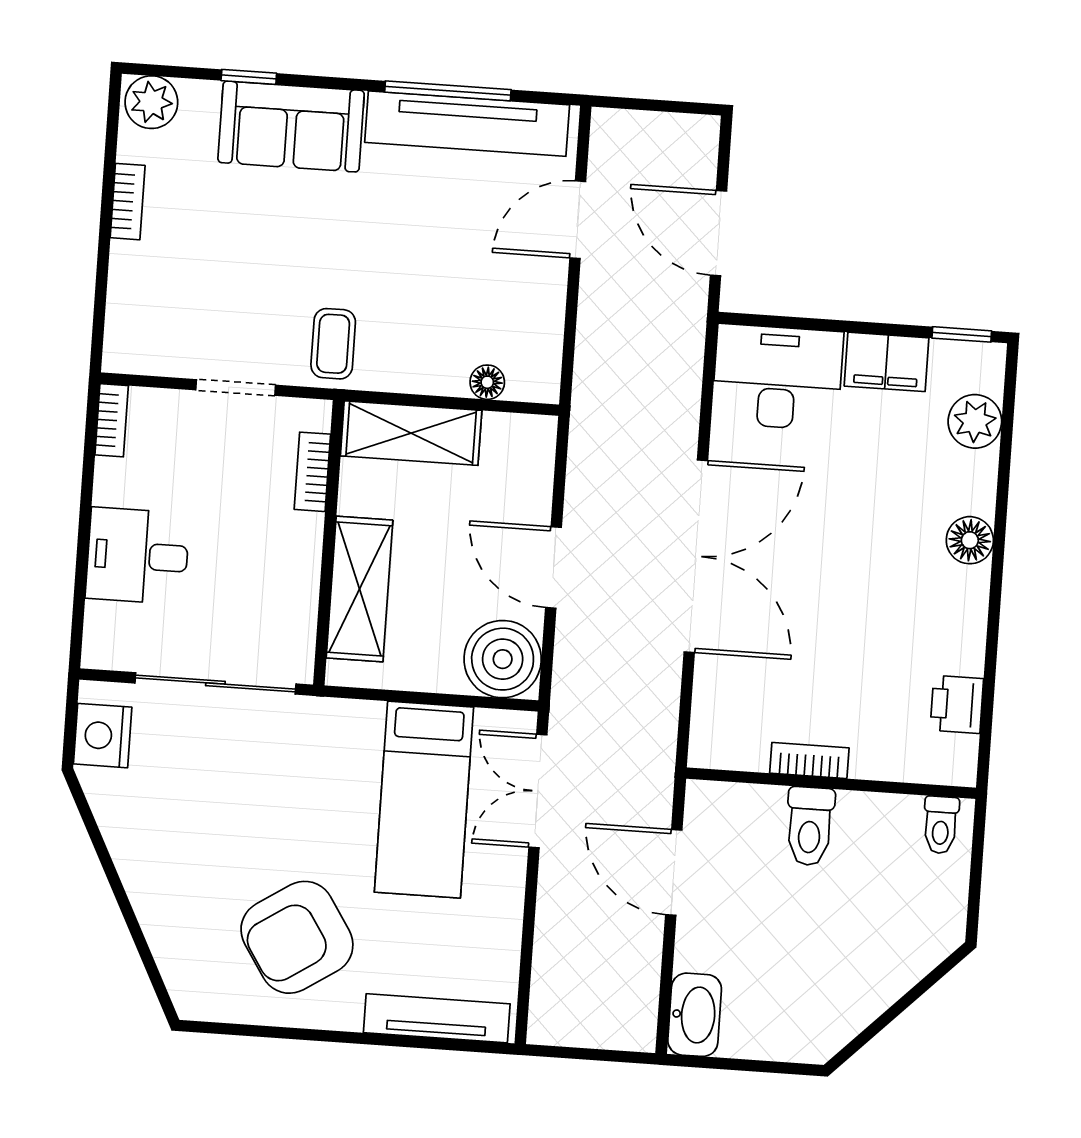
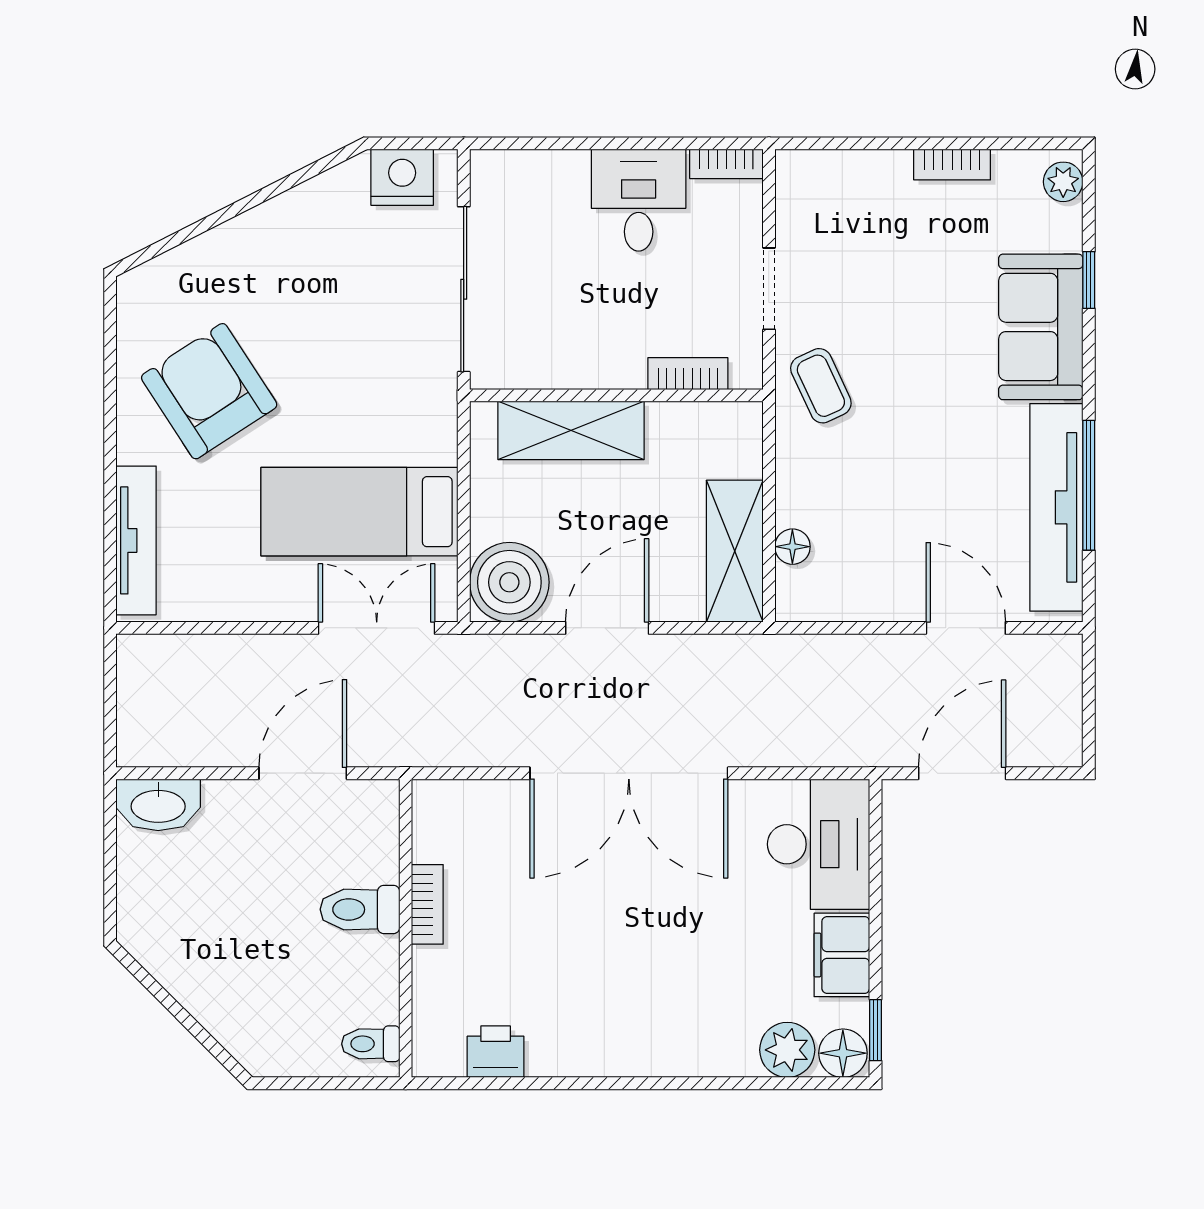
plant: (151, 102) -> (1063, 182), width x0.73, depth x0.73
coffee table: (333, 344) -> (821, 386), turned 65
shelving: (411, 433) -> (735, 551), moved
floor lamp: (970, 540) -> (843, 1053), moved
desk: (138, 556) -> (639, 200), moved

